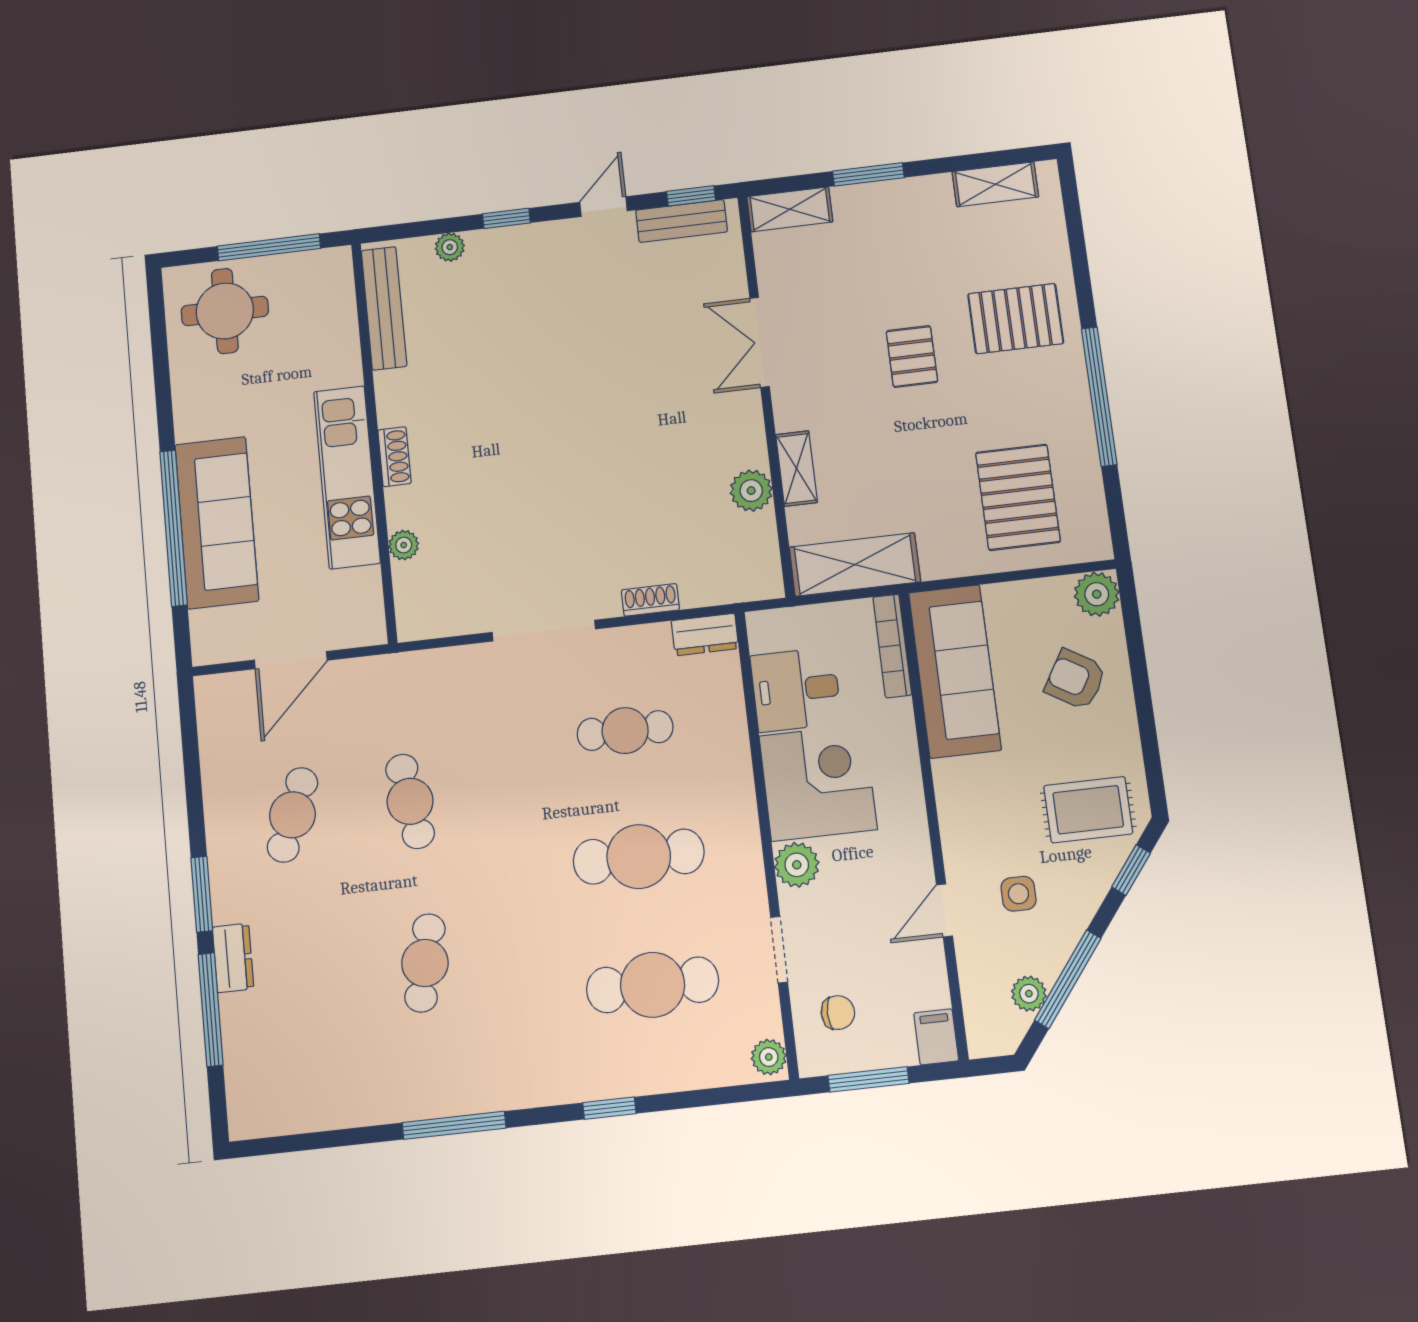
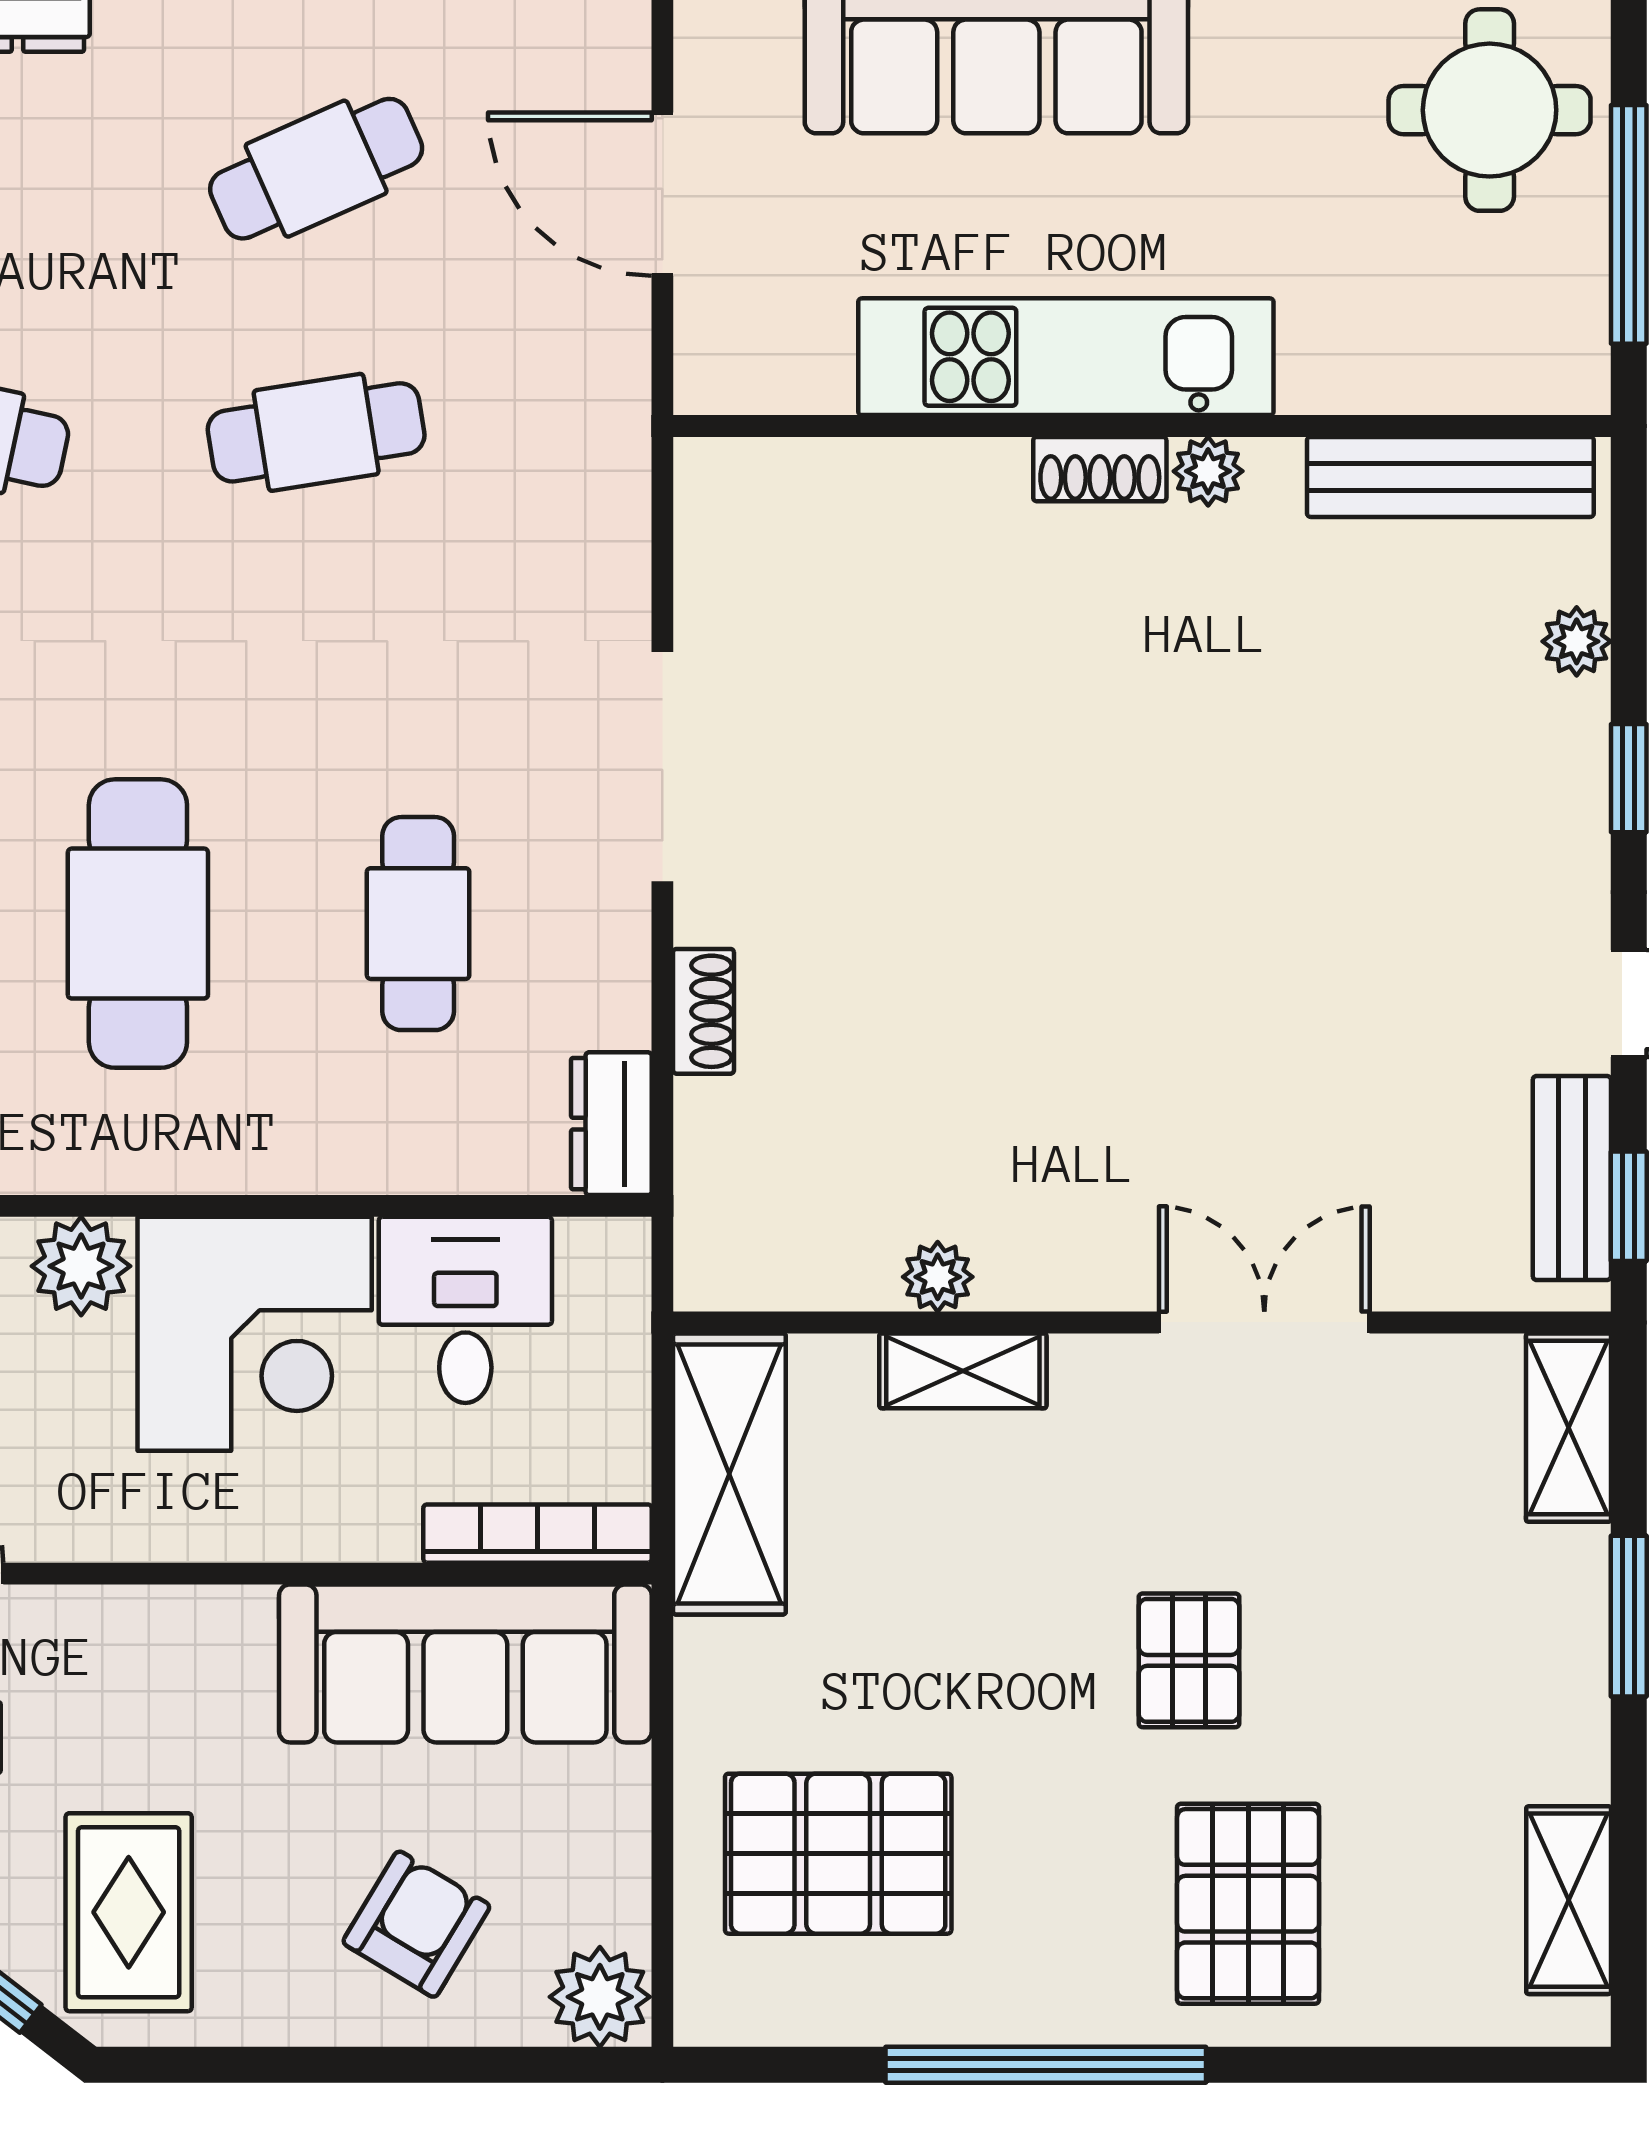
pallet: (912, 357) -> (1189, 1660), turned 90
plant: (751, 491) -> (938, 1277), width x0.73, depth x0.73
plant: (404, 545) -> (1208, 471), moved
cafe table: (292, 815) -> (316, 169), turned -45

